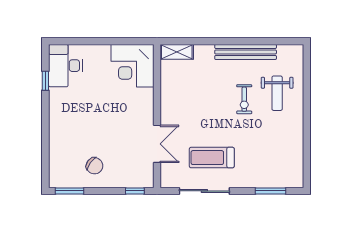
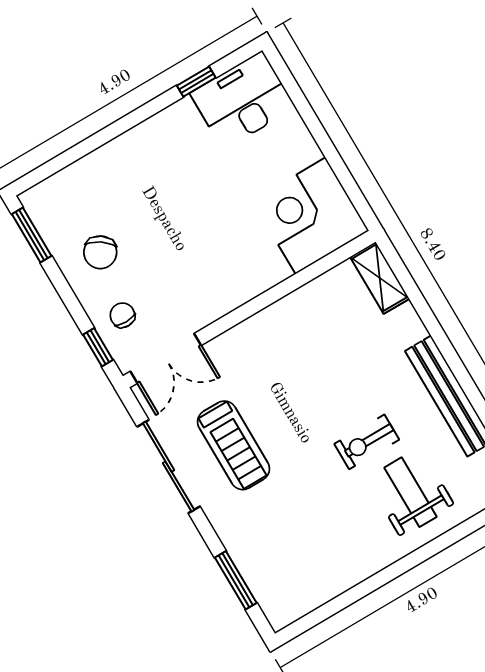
weight bench: (277, 93) -> (410, 492), turned 90
double door: (157, 144) -> (166, 358), moved
treadmill: (212, 158) -> (234, 445), turned 180
chair: (127, 172) -> (122, 315), added

